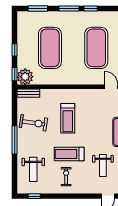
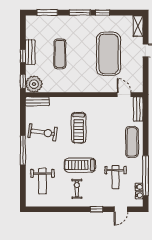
bench: (22, 46) -> (30, 52), added
exercise mat: (50, 48) -> (60, 54), width x0.50, depth x0.69
window: (34, 196) -> (97, 209), moved

